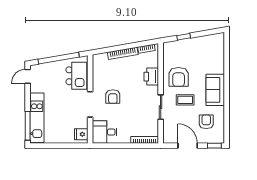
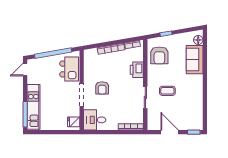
floor lamp: (219, 44) -> (198, 40), added
armchair: (179, 77) -> (159, 55), moved
sofa: (215, 90) -> (195, 60), moved
armchair: (206, 122) -> (186, 111), removed

